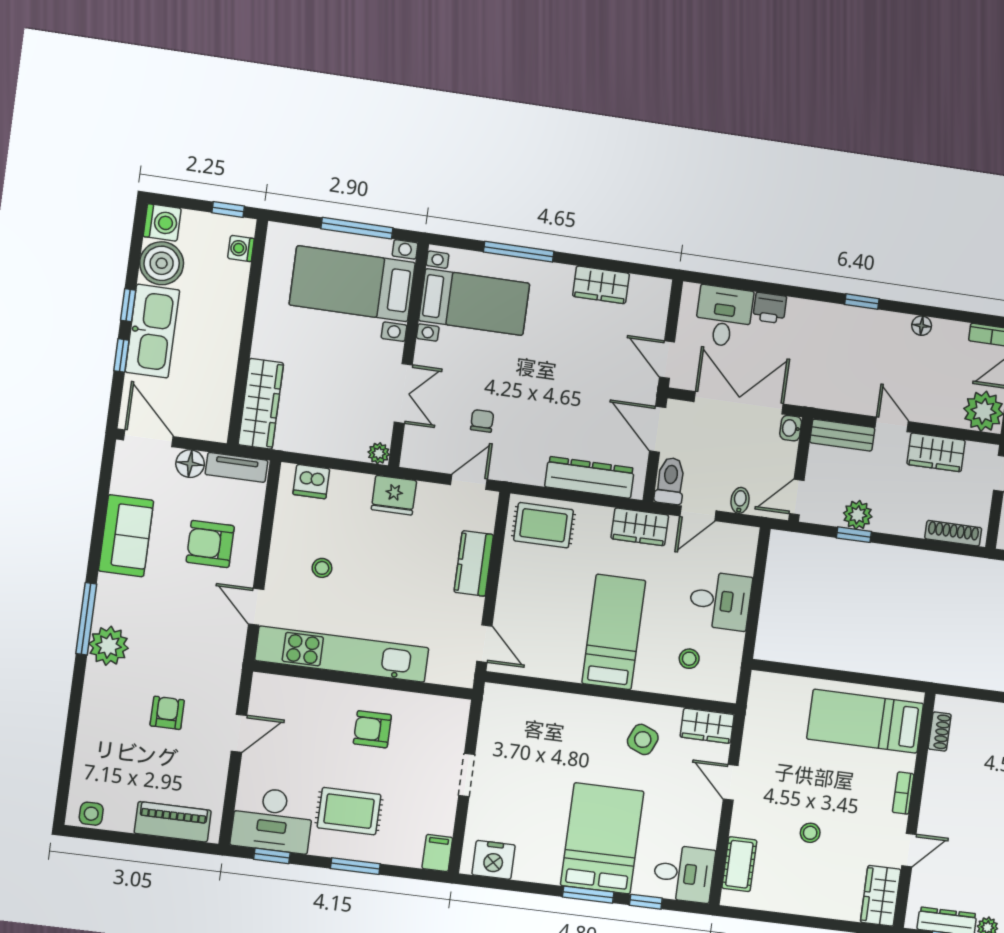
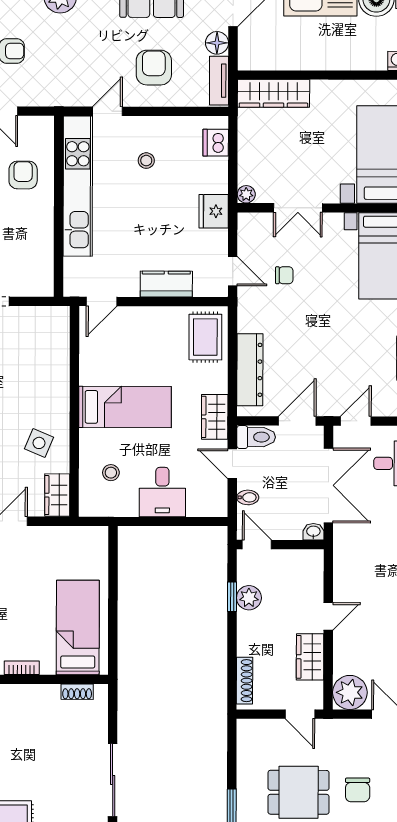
bench: (842, 435) -> (314, 576), removed
armchair: (372, 729) -> (23, 175), moved

